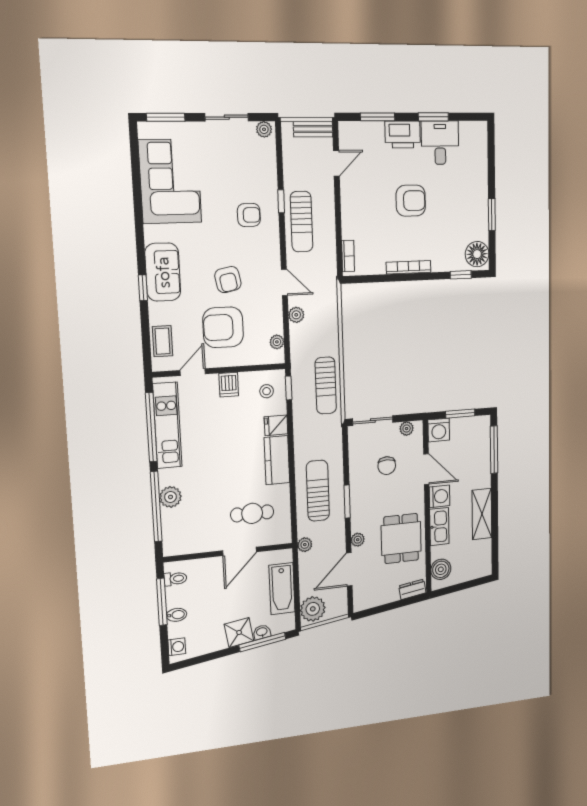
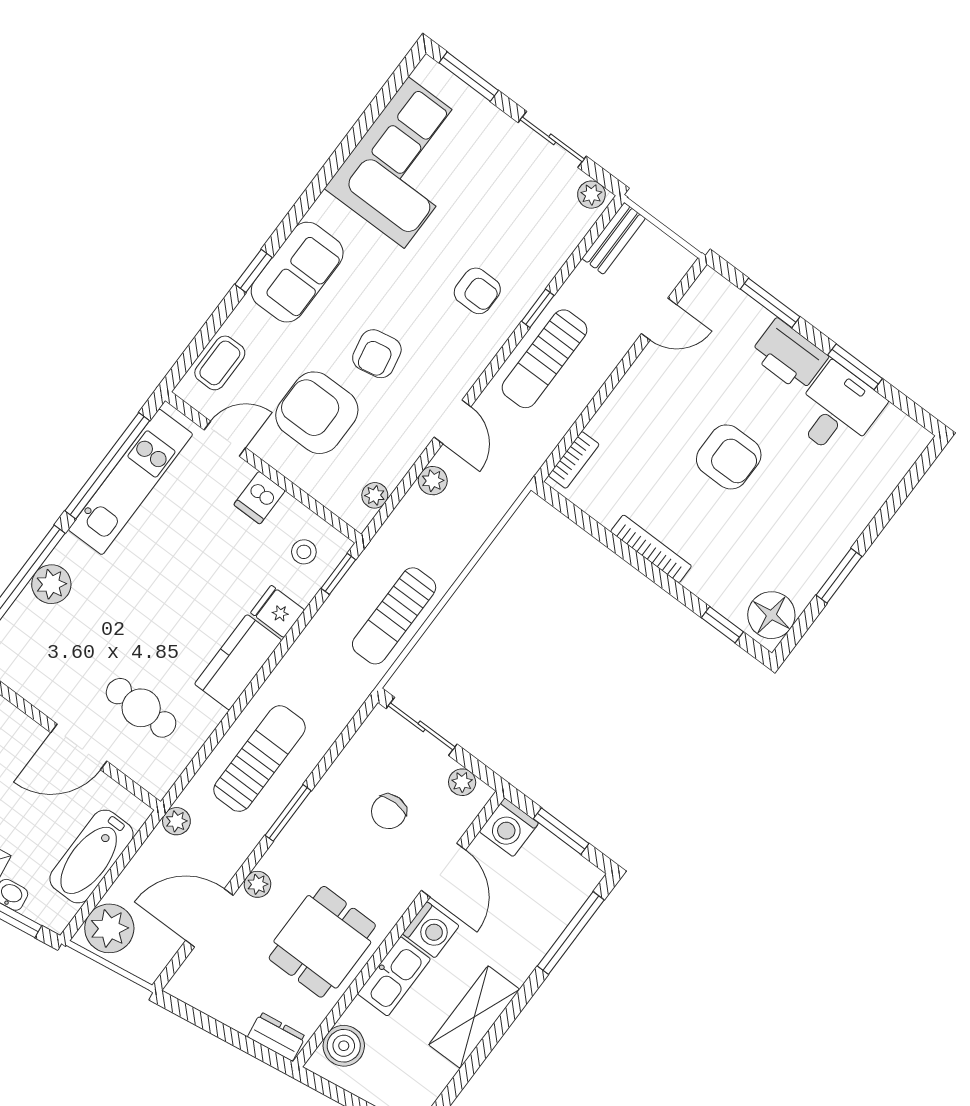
bench: (313, 129) -> (614, 238), moved, turned 90

